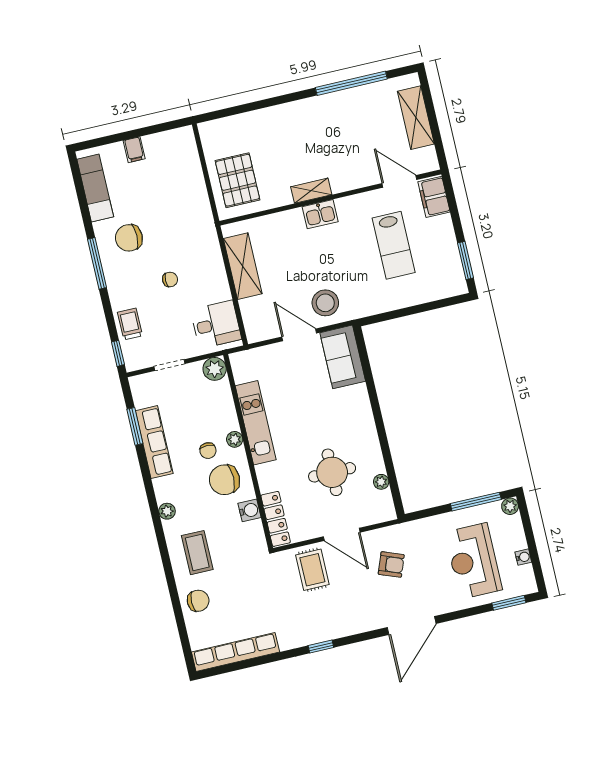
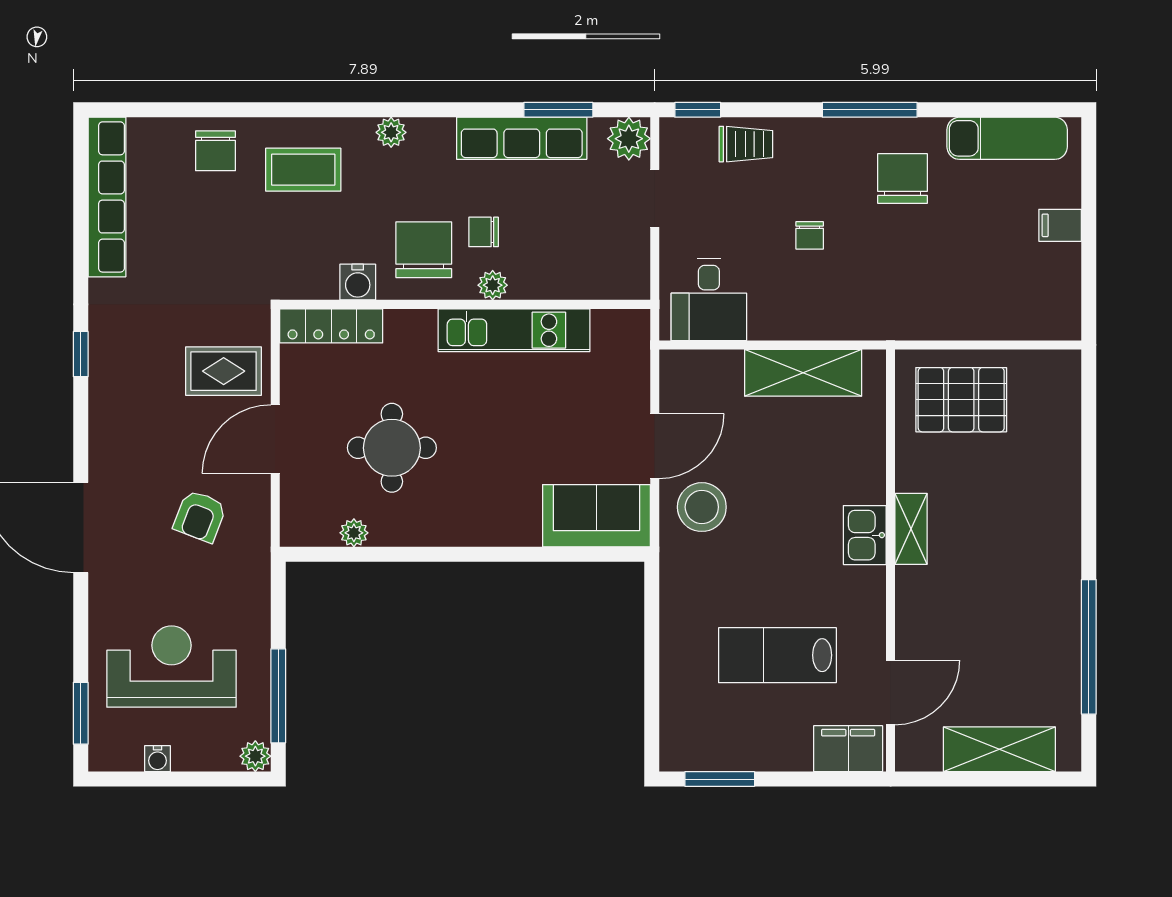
plant: (215, 369) -> (629, 139), moved

